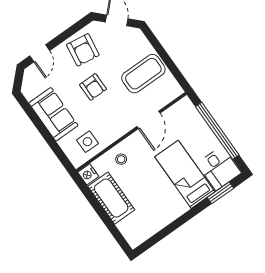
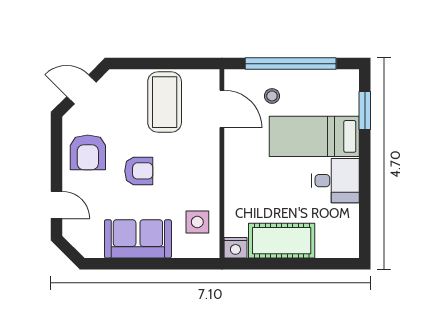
armchair: (83, 50) -> (88, 152), turned 82
door: (149, 120) -> (222, 109), moved
stool: (121, 159) -> (272, 96), moved
desk: (219, 168) -> (335, 181), moved

